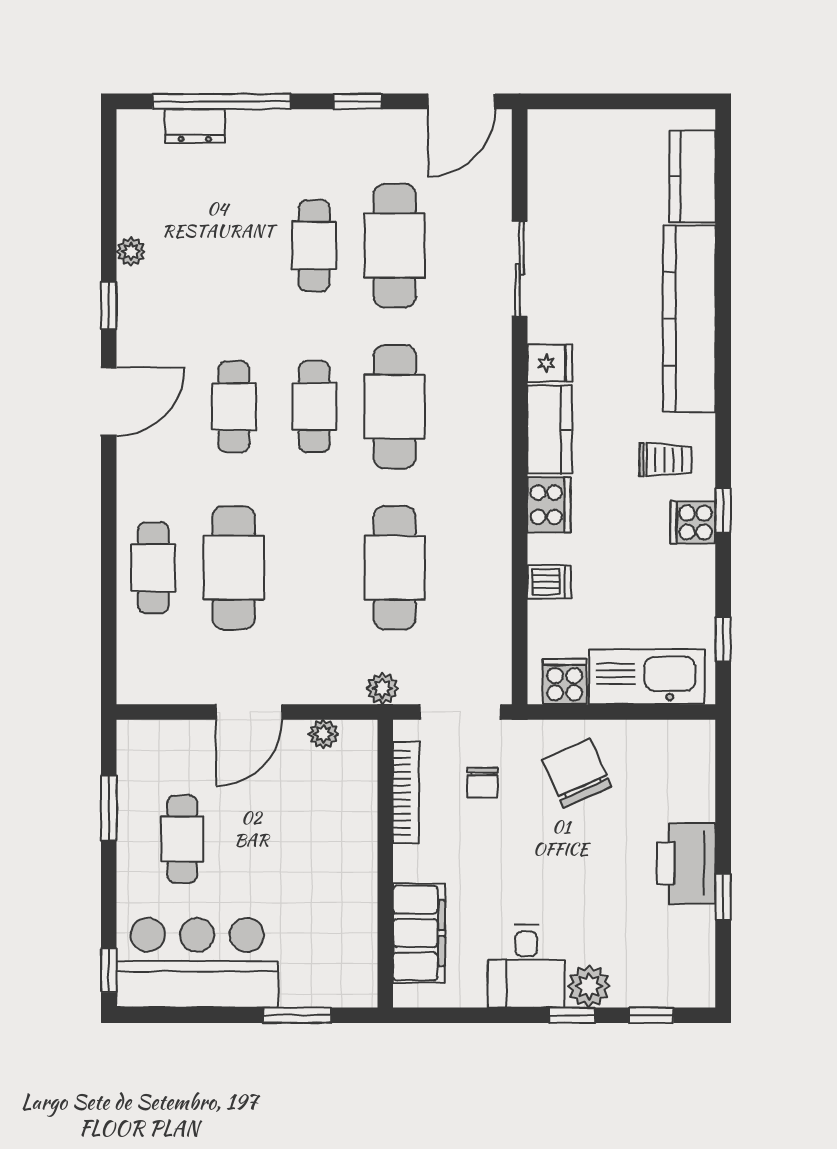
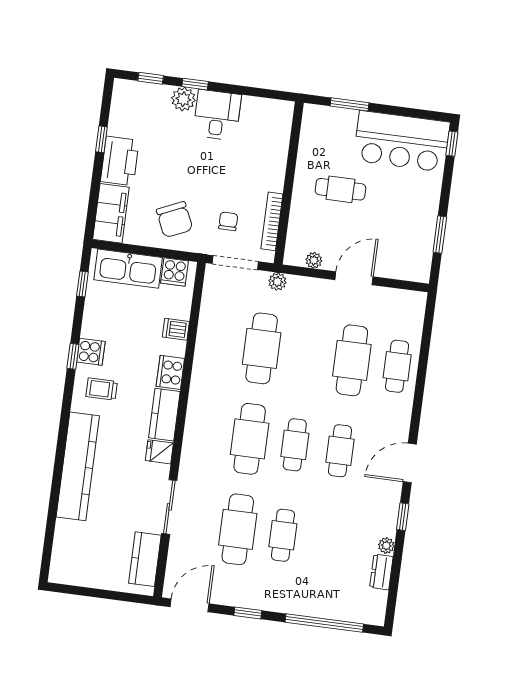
dresser: (195, 126) -> (381, 572), moved, turned -90
kitchen counter: (692, 176) -> (145, 559), moved, turned 180
cafe table: (182, 839) -> (340, 189), moved, turned 90
filing cabinet: (419, 933) -> (111, 213), moved, turned 180

